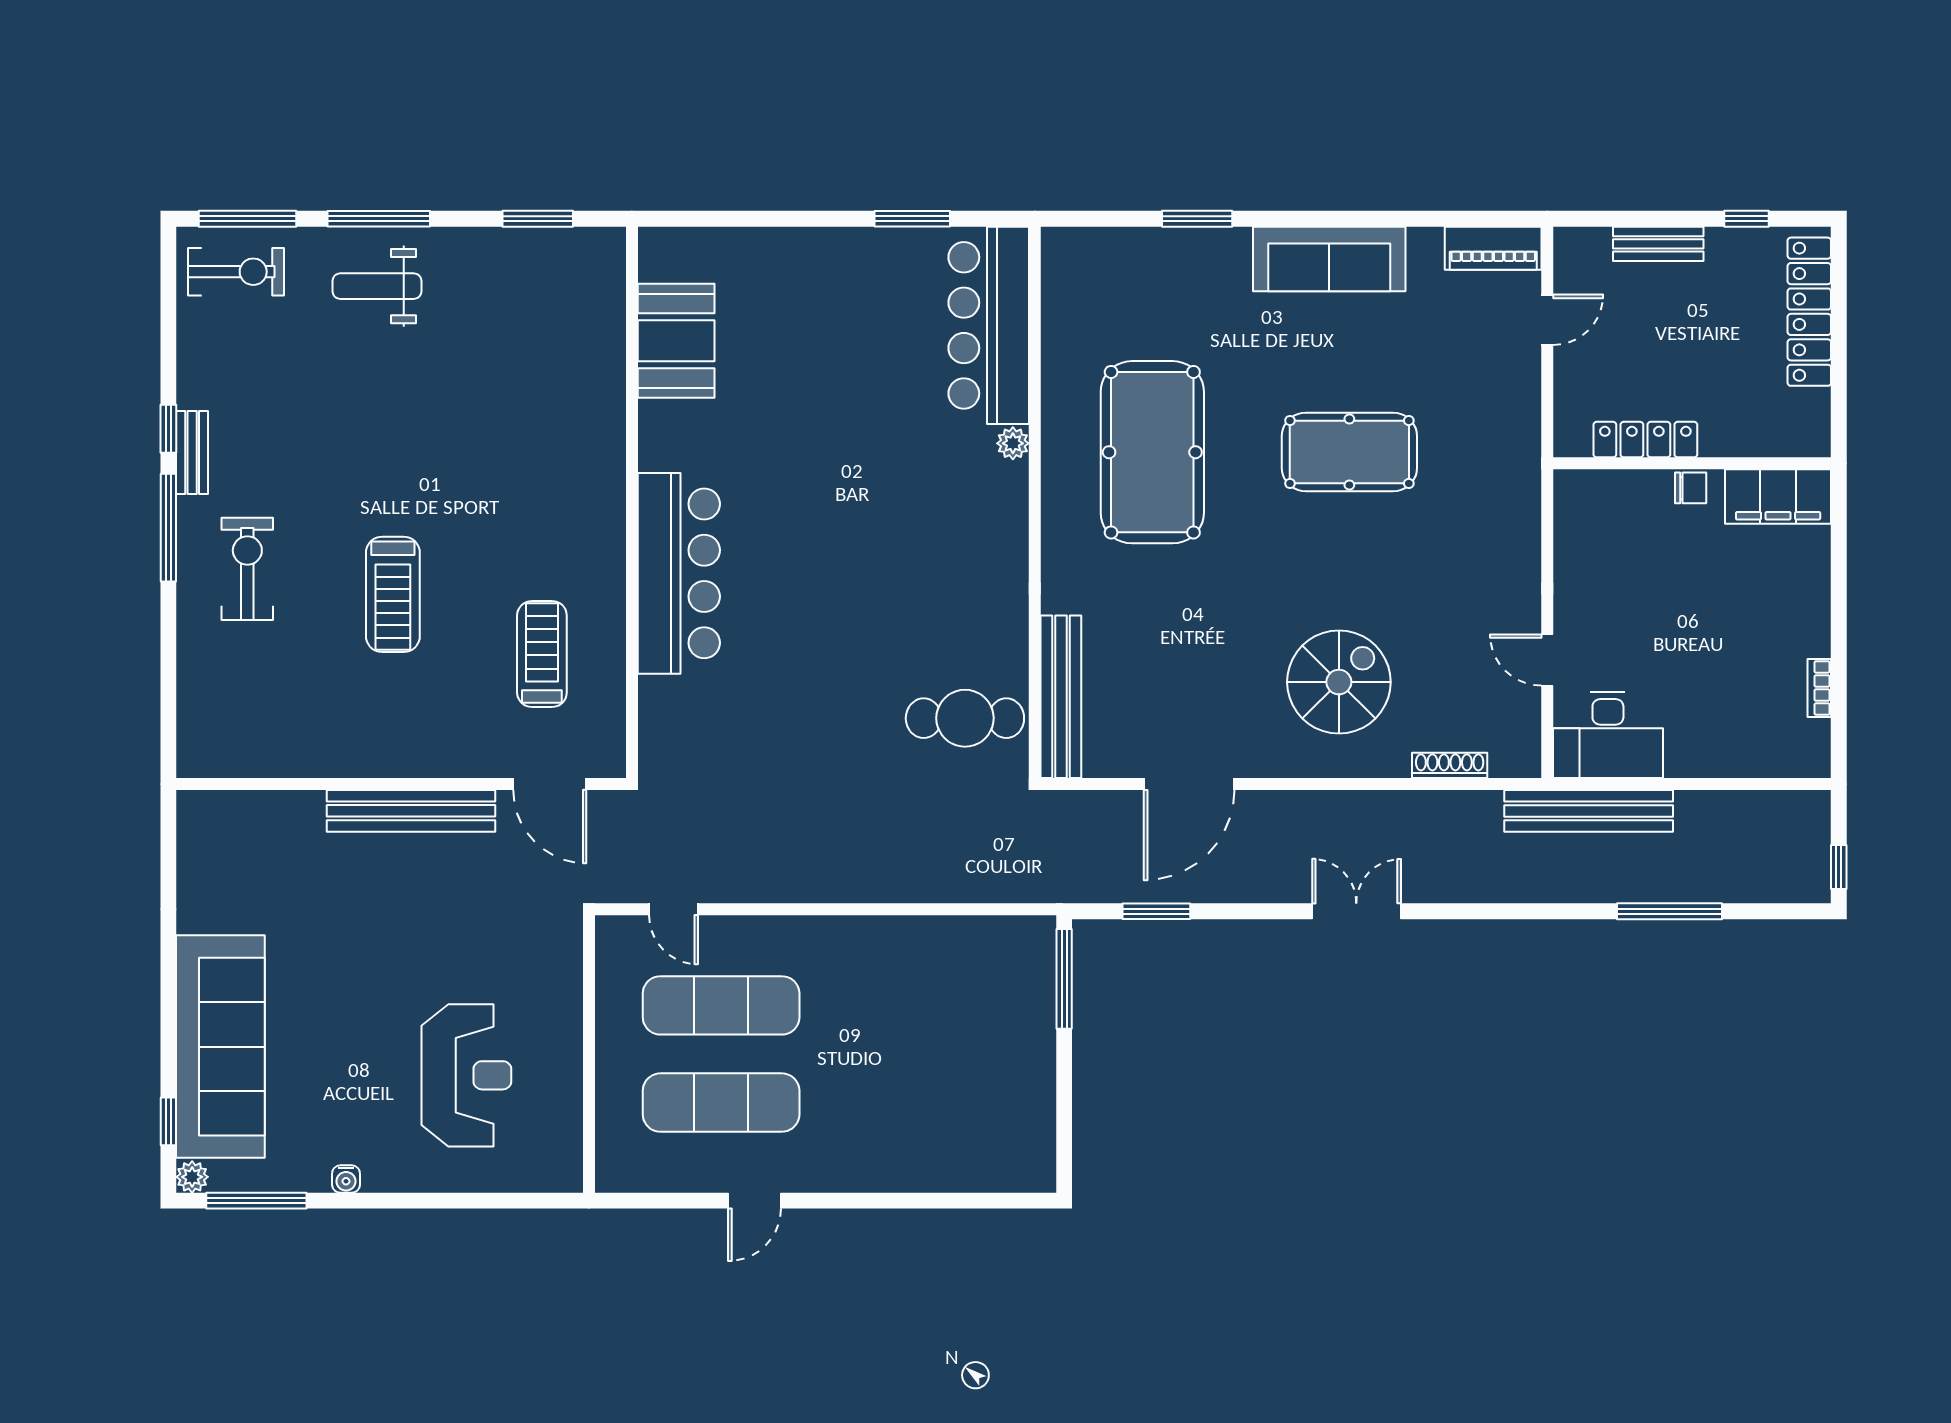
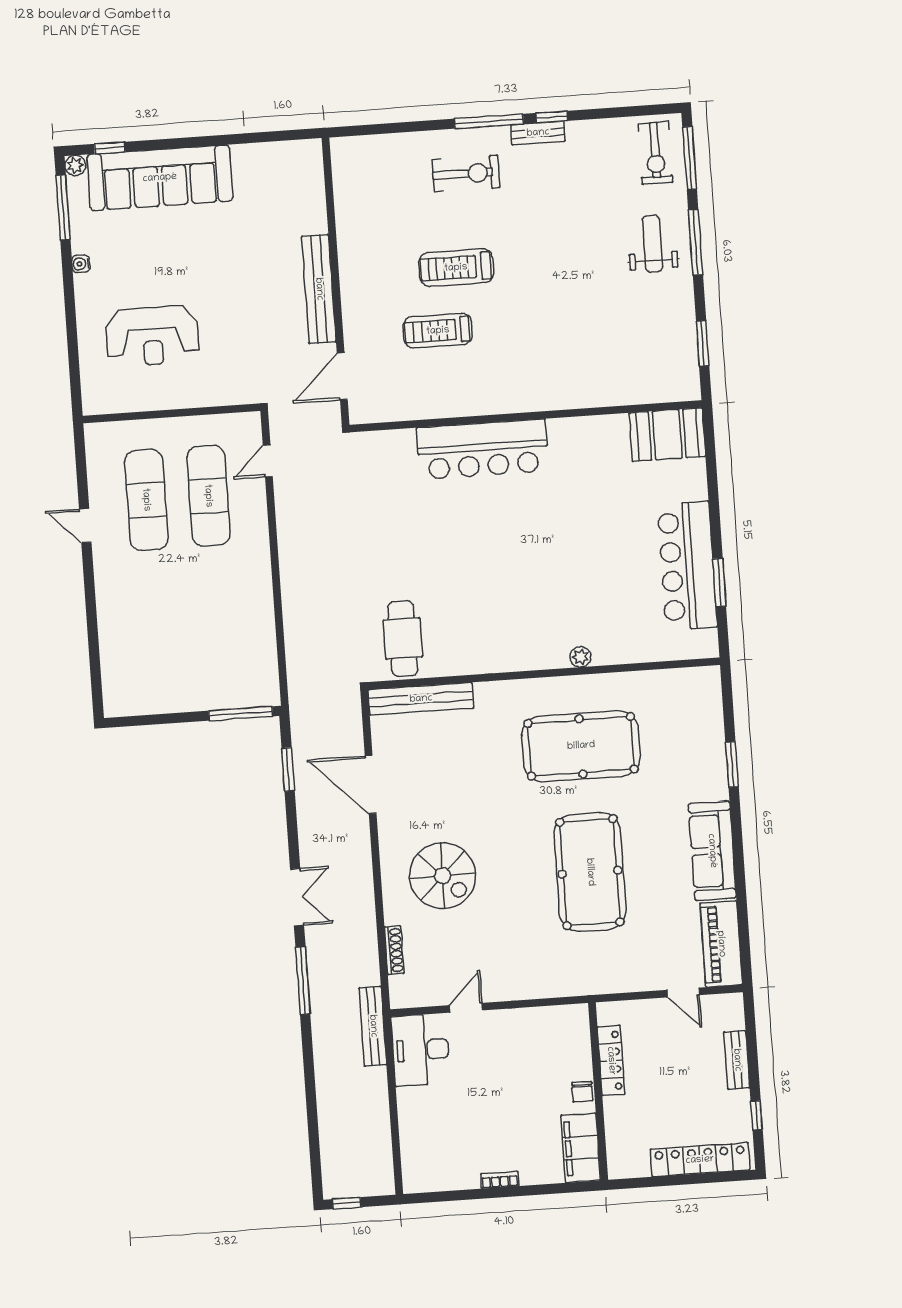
piano: (1493, 248) -> (721, 944), width x1.37, depth x1.33
bar counter: (989, 325) -> (687, 566), moved, turned -90
booth: (676, 341) -> (667, 435), moved
pool table: (1349, 452) -> (590, 872), width x1.36, depth x1.32
treadmill: (542, 654) -> (438, 331), moved, turned 180
bookcase: (1819, 688) -> (500, 1180), moved
bench: (1589, 811) -> (373, 1026), width x0.73, depth x0.82
window: (1669, 911) -> (303, 981), moved

